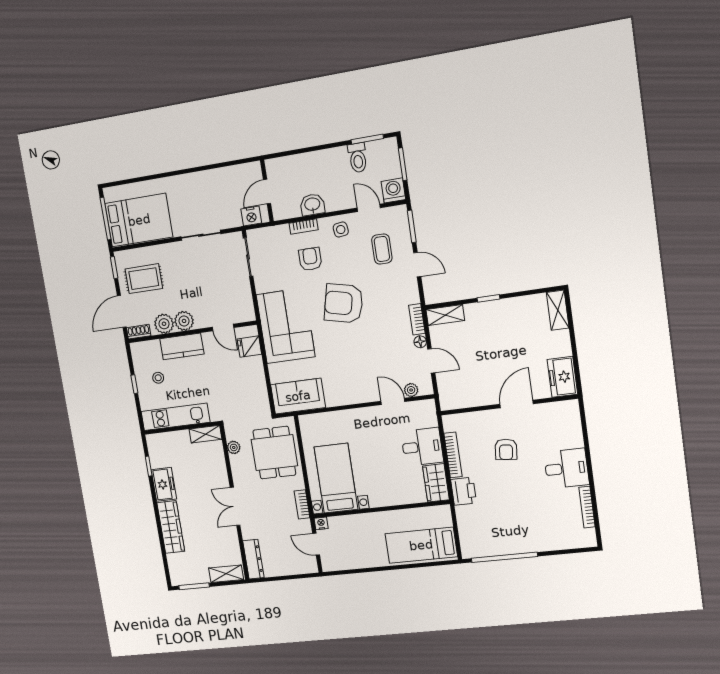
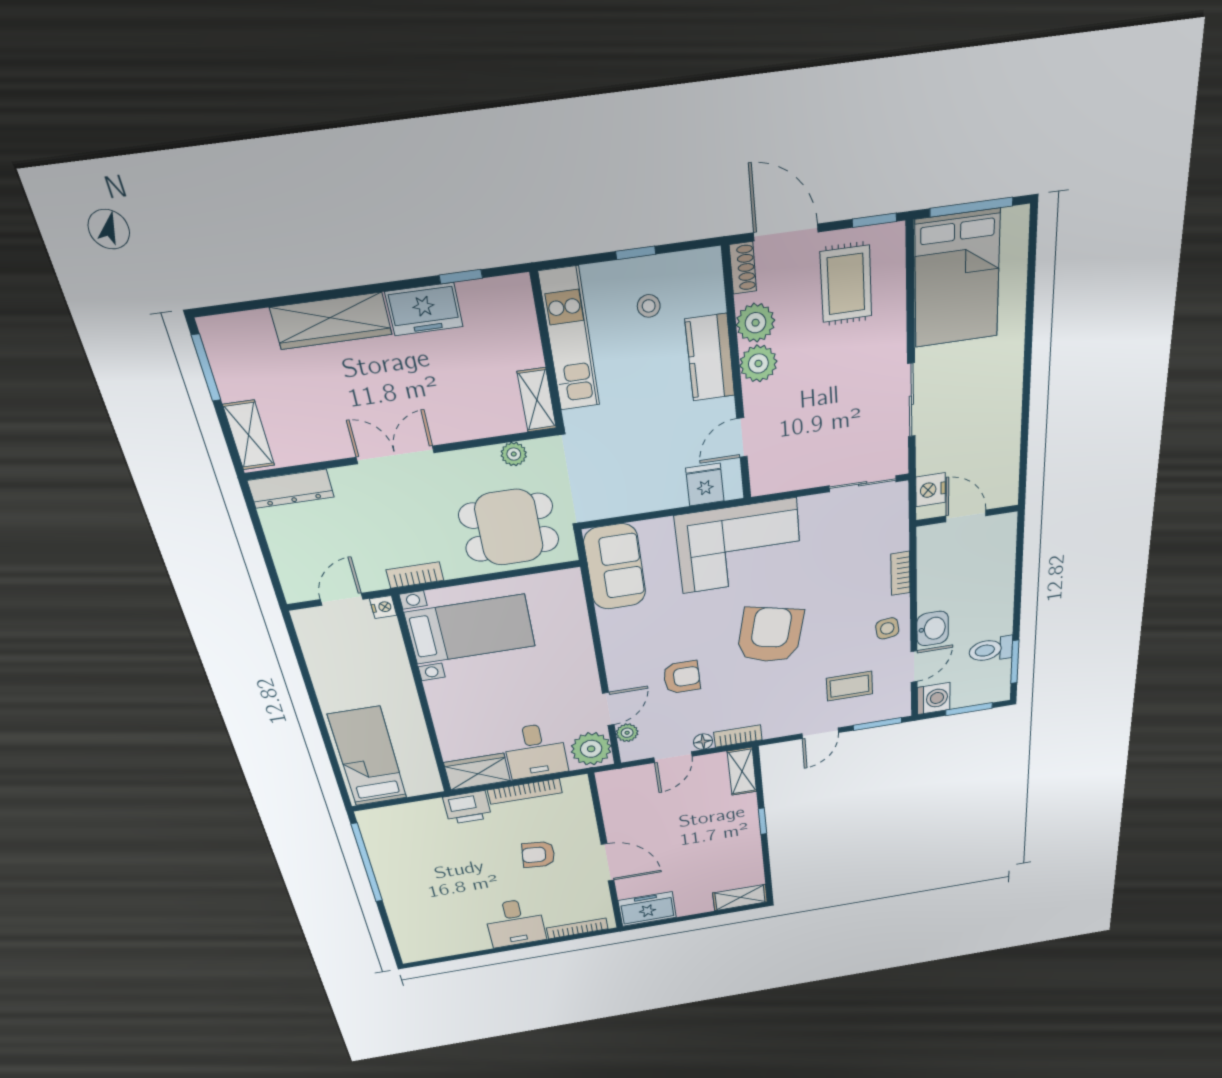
washbasin: (312, 205) -> (933, 629), moved
armchair: (310, 259) -> (682, 677), moved
plant: (422, 413) -> (591, 749), added
bookcase: (587, 507) -> (577, 928), moved

